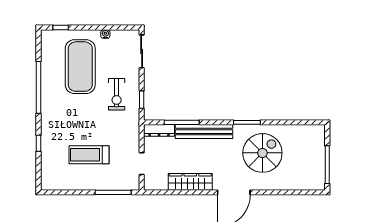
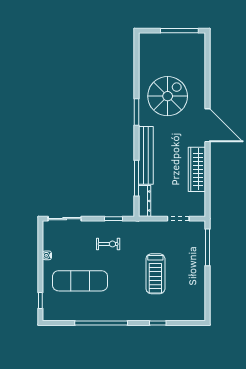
exercise mat: (80, 67) -> (80, 281), width x0.68
exercise bike: (117, 94) -> (108, 244), width x0.73, depth x0.72
spiral stairs: (262, 153) -> (168, 96), turned 90
treadmill: (89, 155) -> (155, 274), moved

